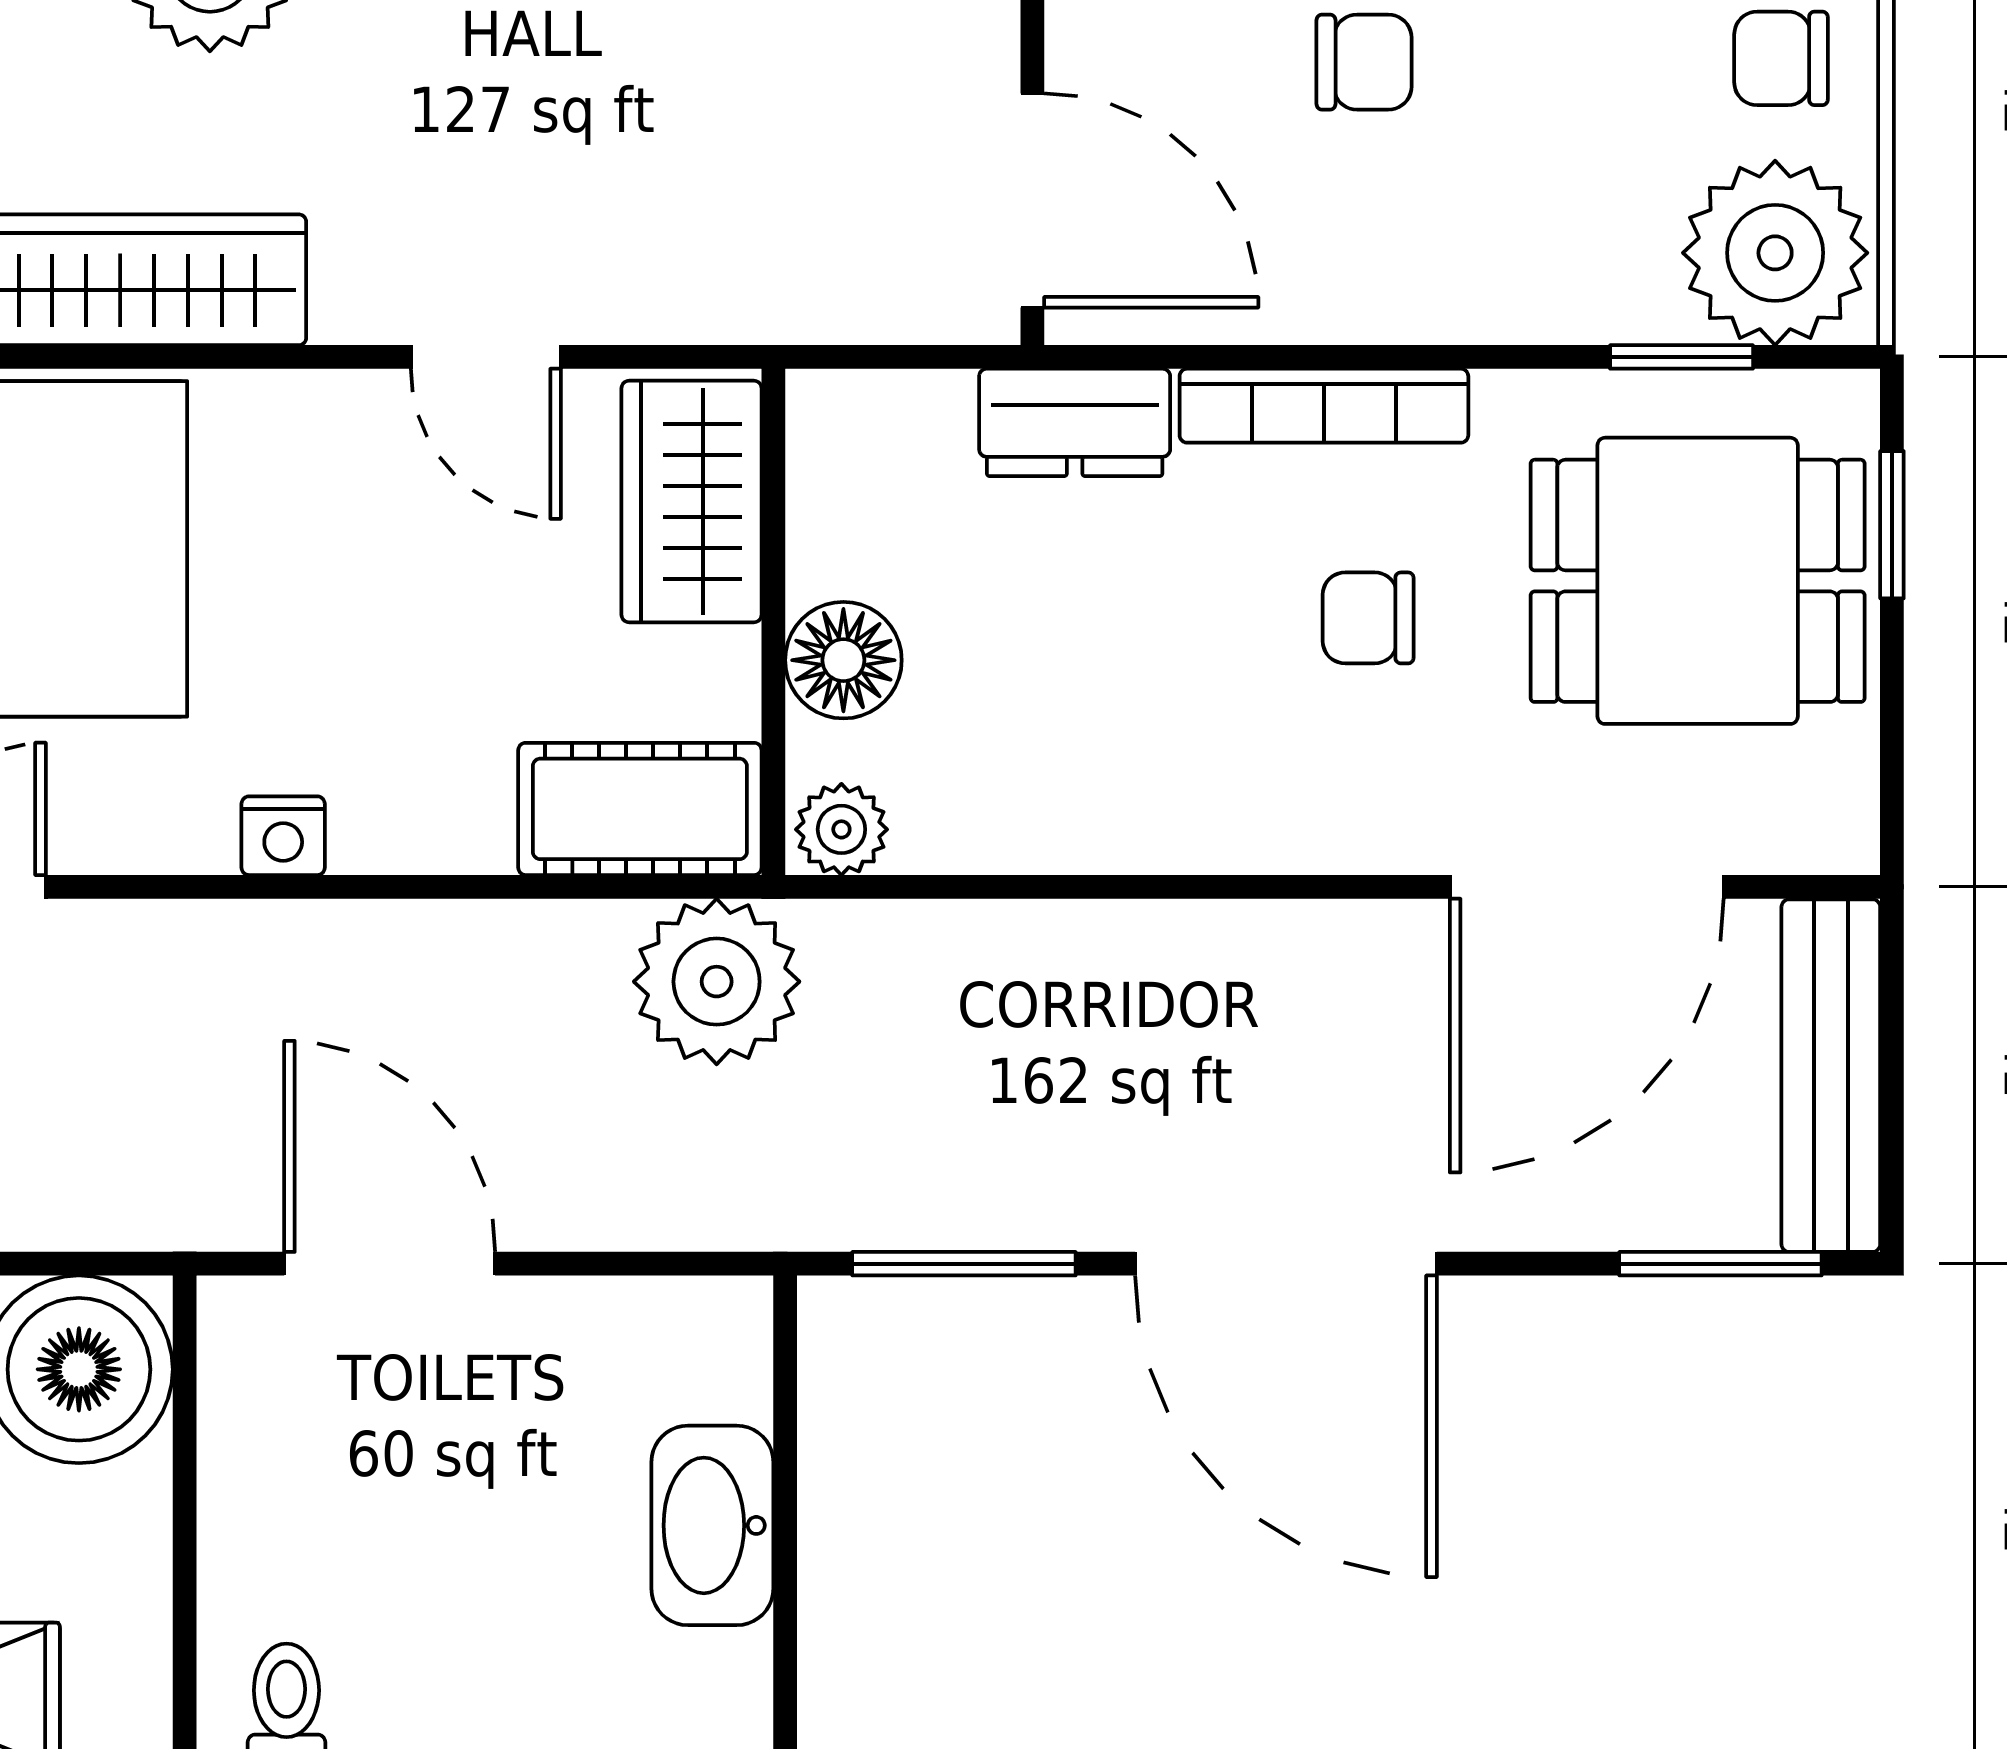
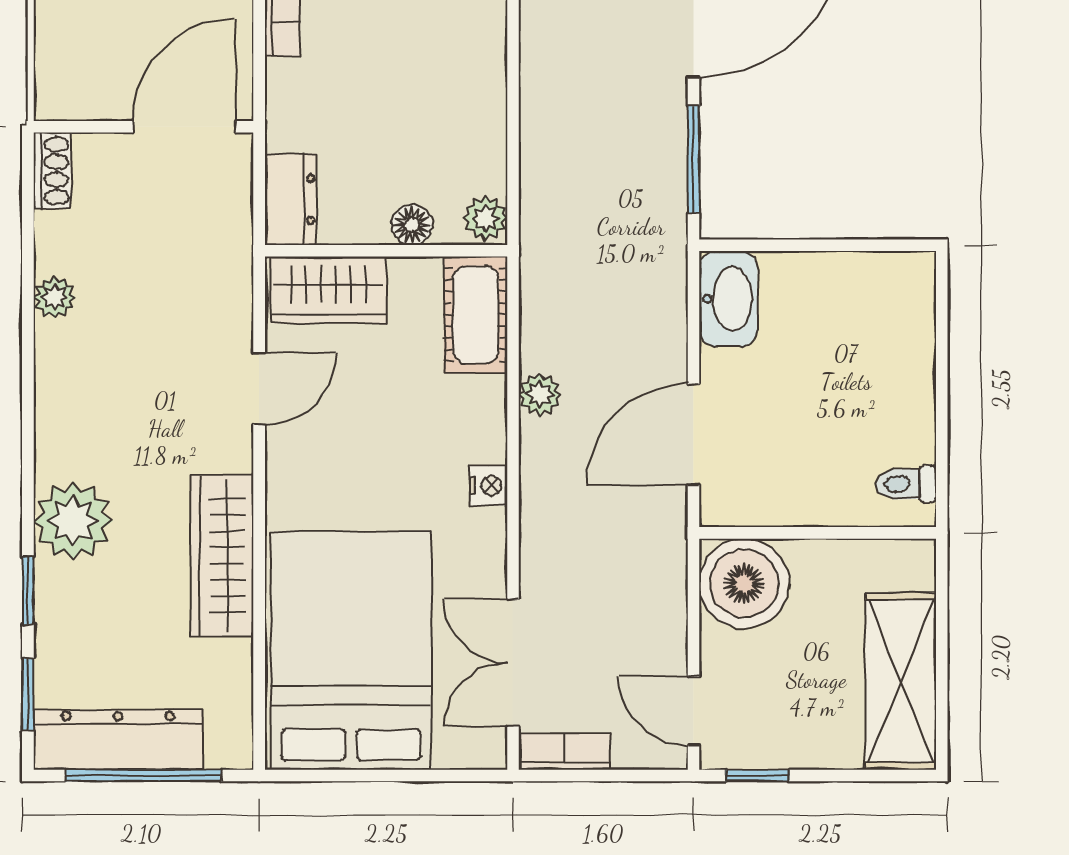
dresser: (1075, 422) -> (291, 199), moved
floor lamp: (843, 660) -> (412, 225), width x0.73, depth x0.73
plant: (717, 982) -> (540, 394), moved, width x0.53, depth x0.53
washbasin: (712, 1525) -> (728, 299), moved, turned -90

